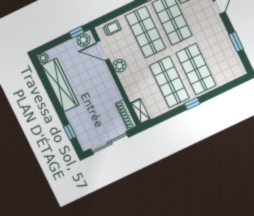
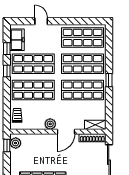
window: (236, 42) -> (76, 21), removed
door: (103, 51) -> (66, 132), moved
shop shelf: (223, 56) -> (83, 37), added

